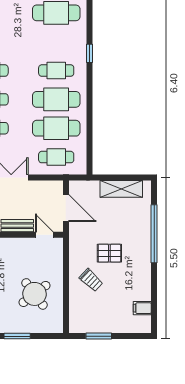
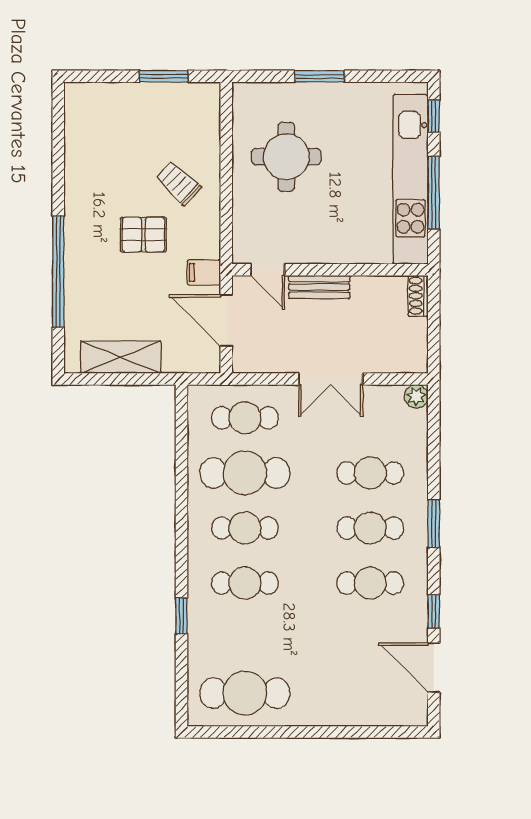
cafe table: (56, 99) -> (245, 528), width x0.73, depth x0.74
round table: (34, 294) -> (286, 157), turned 37
filing cabinet: (142, 308) -> (204, 272), moved, turned 180

